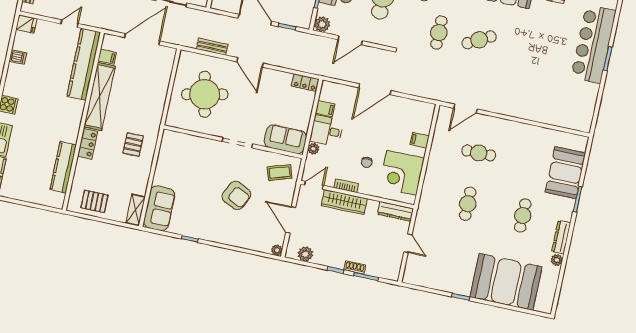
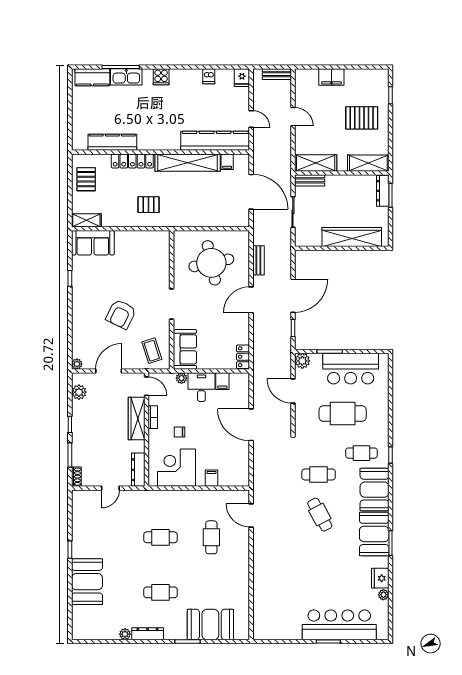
locker: (88, 144) -> (132, 161), width x1.53
shoe rack: (355, 267) -> (76, 477), moved
booth: (506, 282) -> (87, 582), width x0.73, depth x0.70

